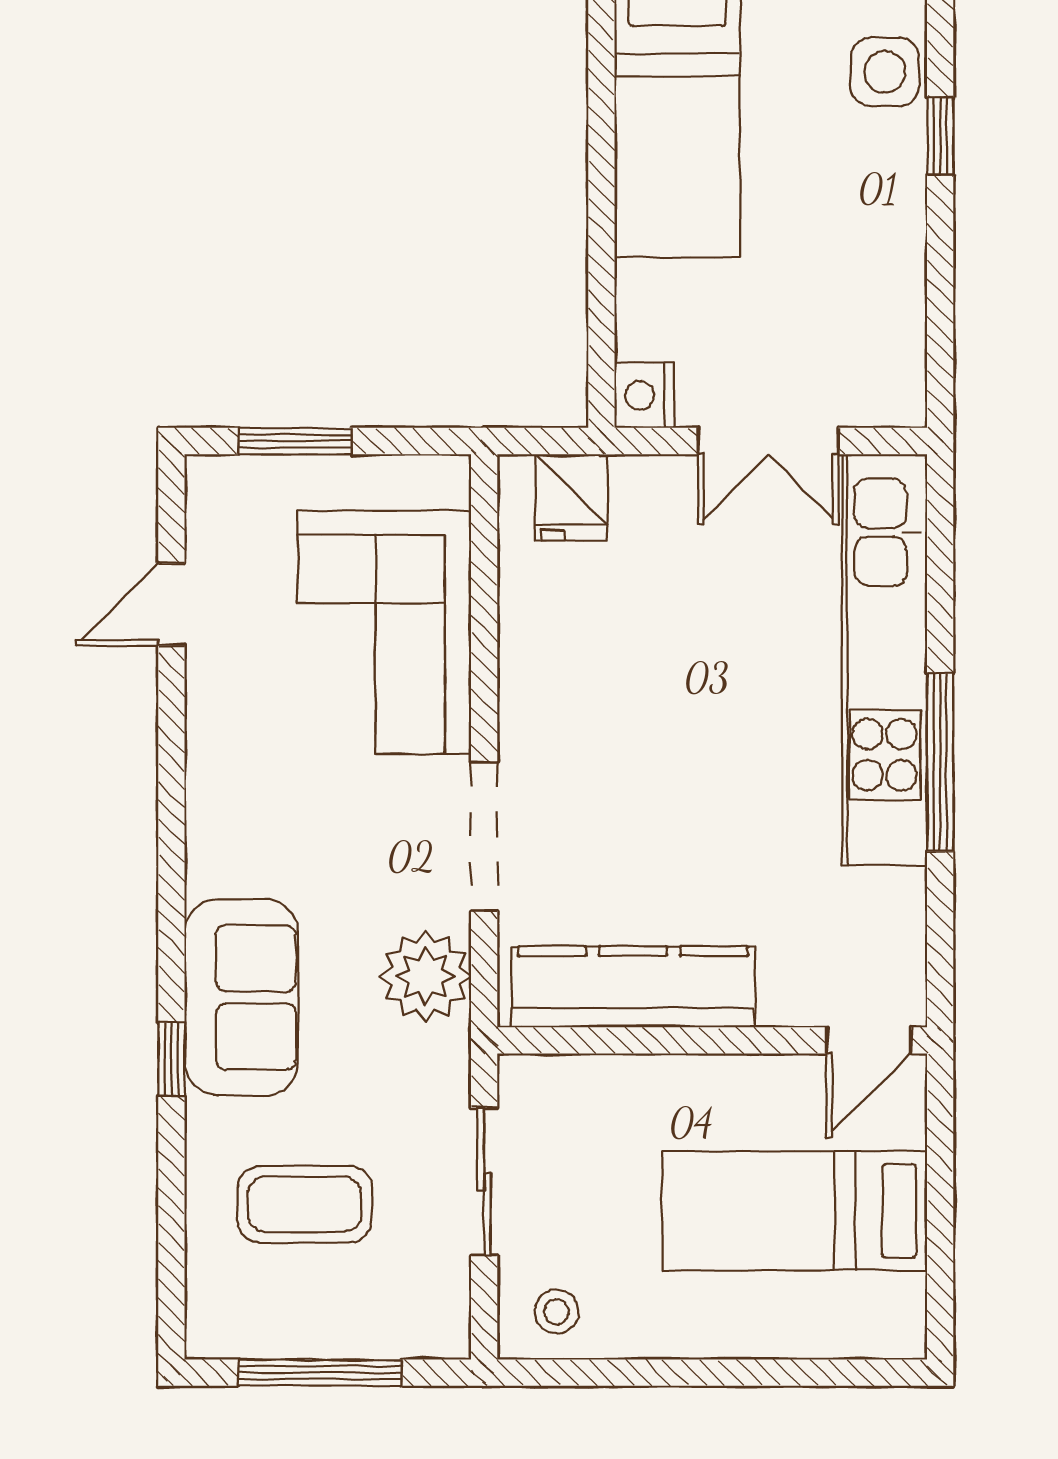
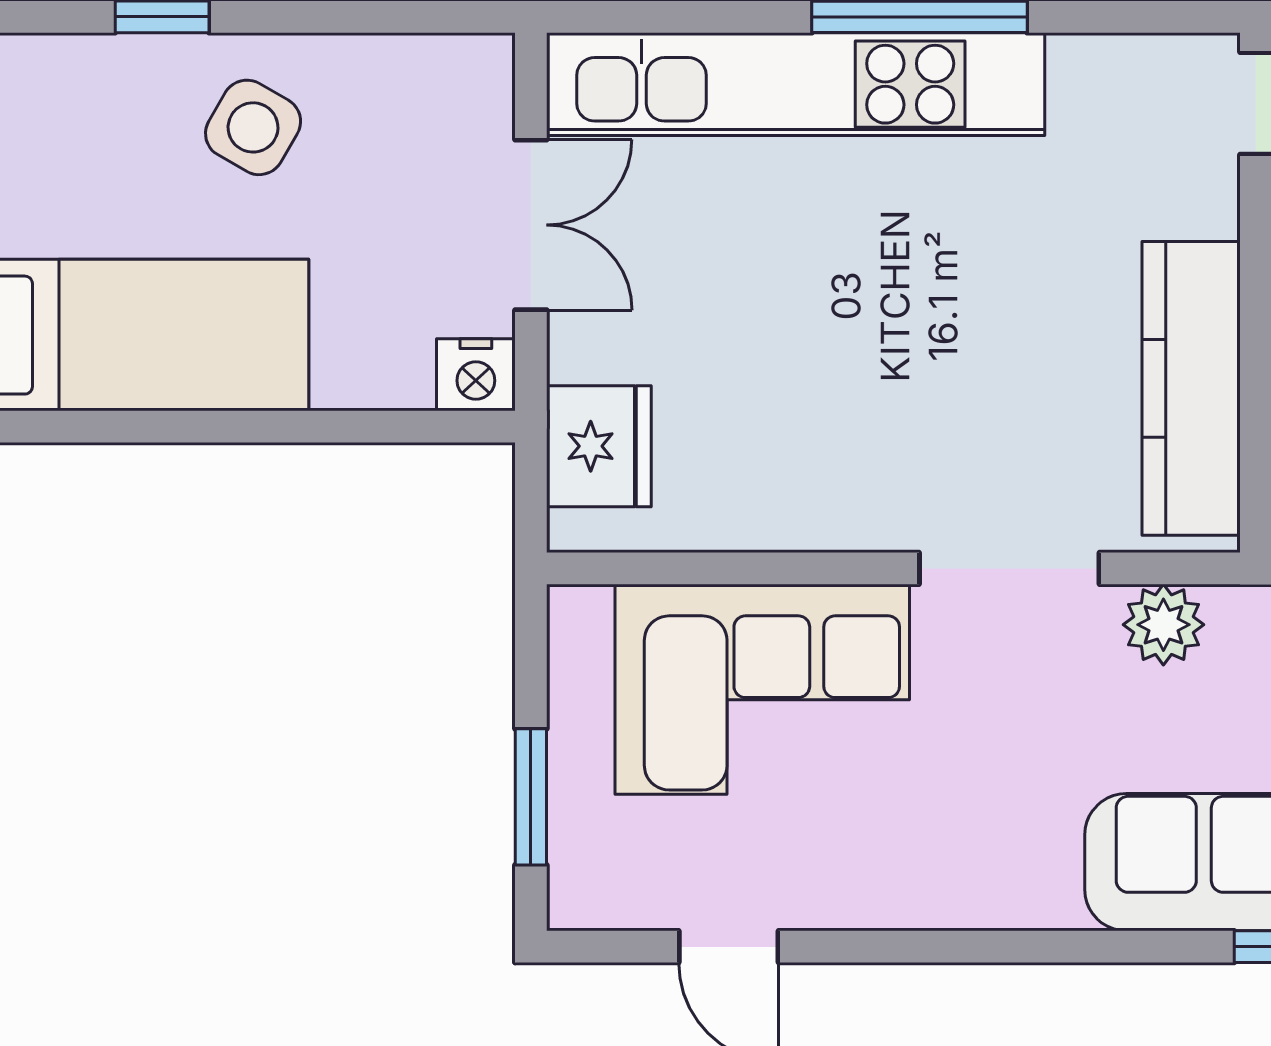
side table: (885, 72) -> (253, 127), moved, turned 30
fridge: (571, 497) -> (599, 446), width x1.38
plant: (425, 976) -> (1163, 625), width x0.73, depth x0.73

